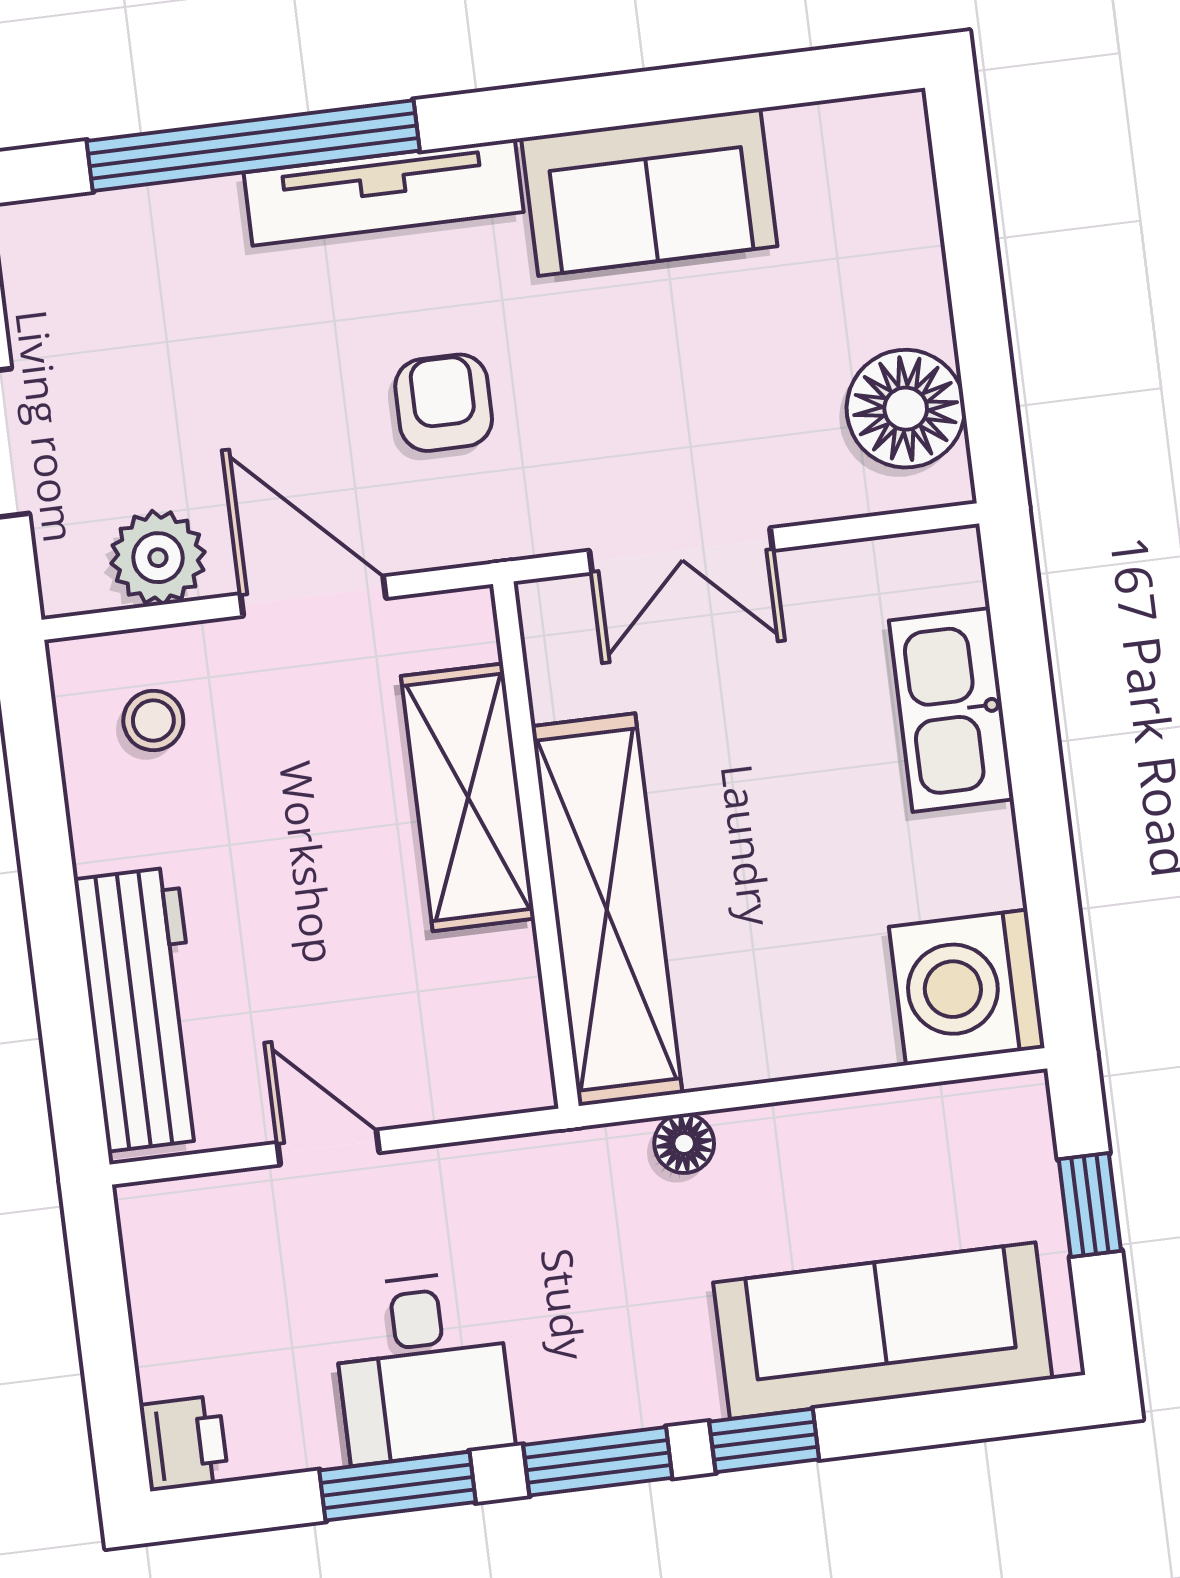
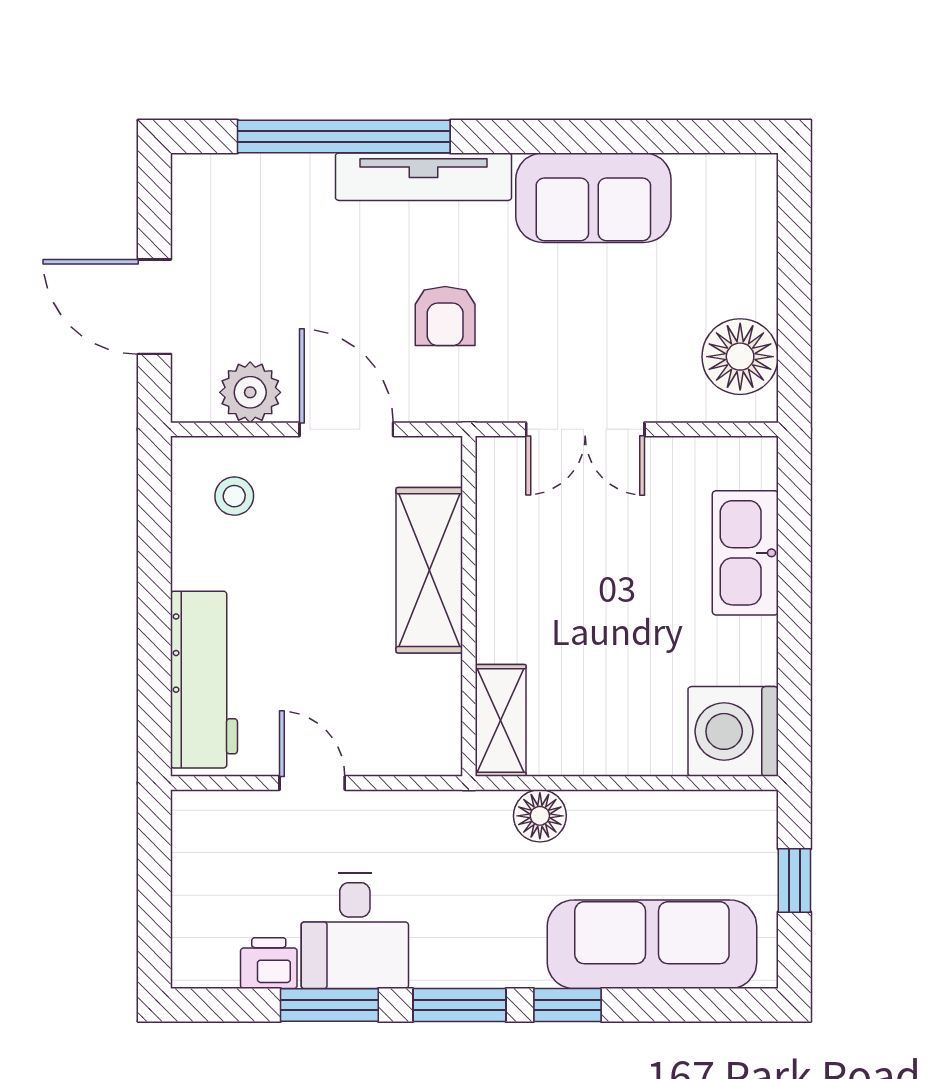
armchair: (444, 403) -> (445, 316), turned 180
shelving: (607, 910) -> (501, 720), width x0.45, depth x0.75
floor lamp: (684, 1143) -> (540, 816), width x1.37, depth x1.37
printer: (184, 1443) -> (269, 963), moved, turned -90

